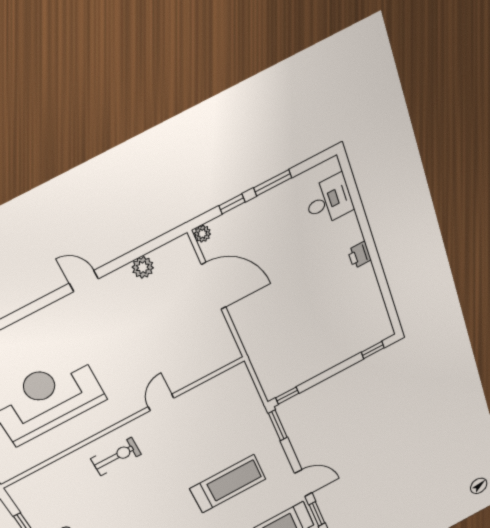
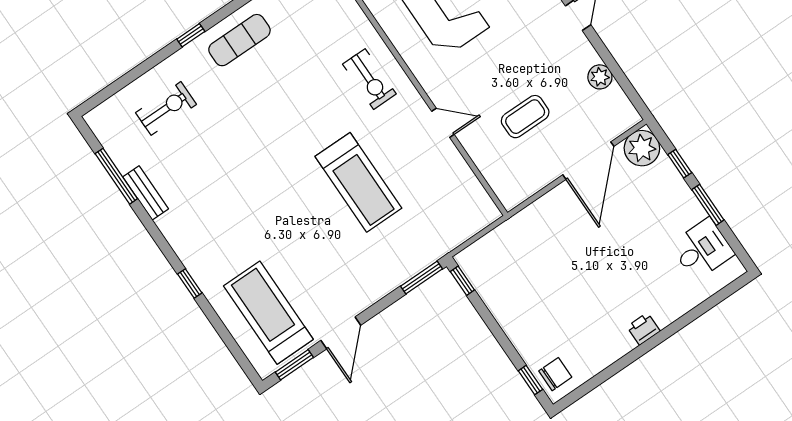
desk: (329, 200) -> (702, 249), moved, turned -90
plant: (202, 234) -> (642, 148), width x1.88, depth x1.88
chair: (374, 331) -> (555, 374), added
coffee table: (167, 336) -> (525, 117), added
treadmill: (228, 484) -> (358, 182), moved

